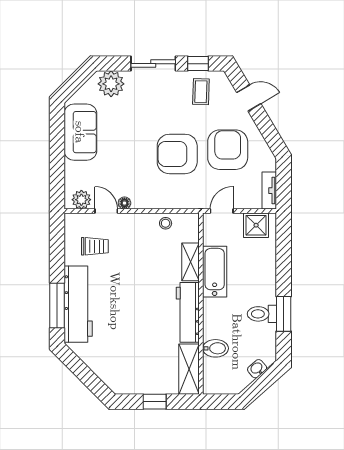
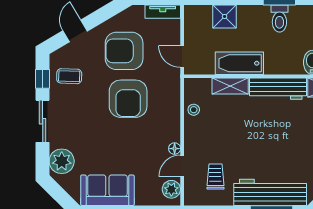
shower: (256, 225) -> (225, 16), moved

